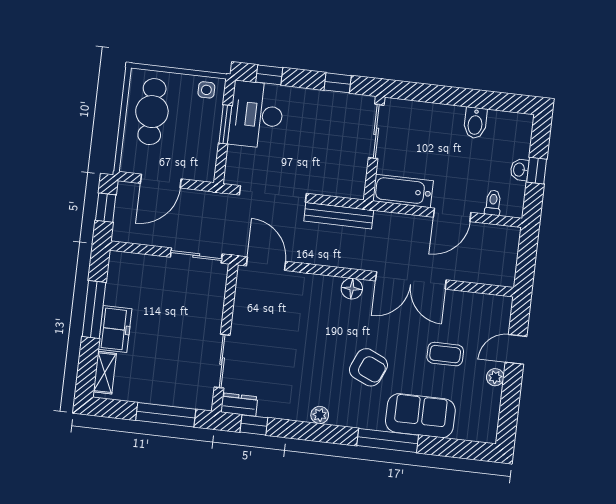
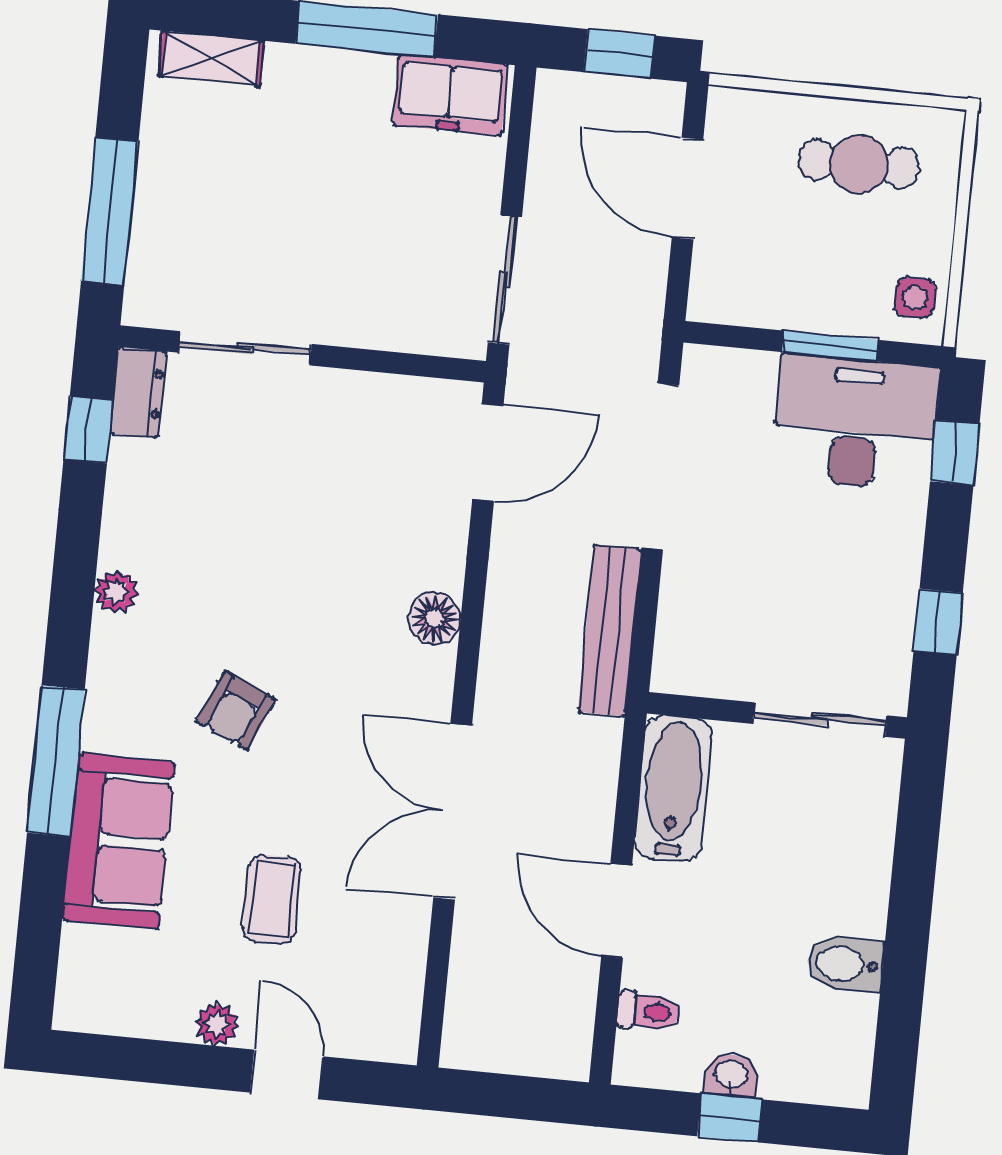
cafe table: (152, 112) -> (859, 164), width x0.73, depth x0.74
floor lamp: (352, 289) -> (434, 619), moved
freezer: (115, 329) -> (450, 95), moved
armchair: (368, 367) -> (236, 711), width x0.72, depth x0.72

